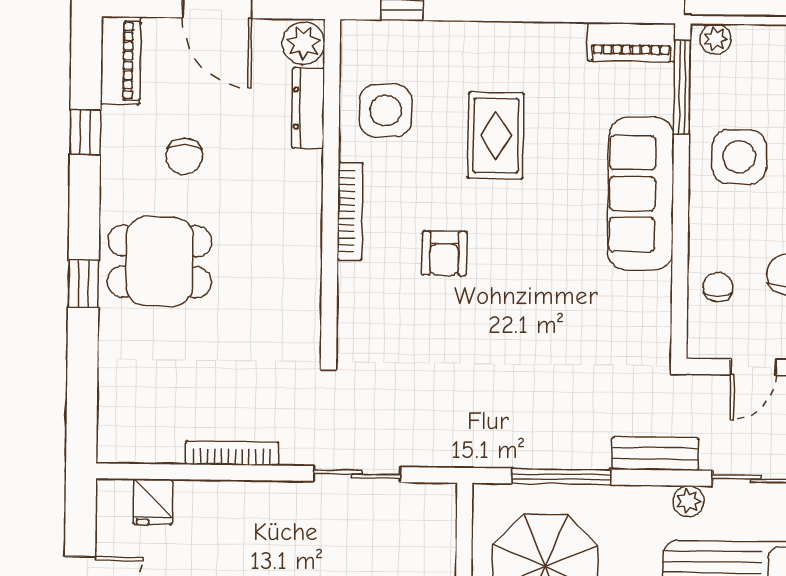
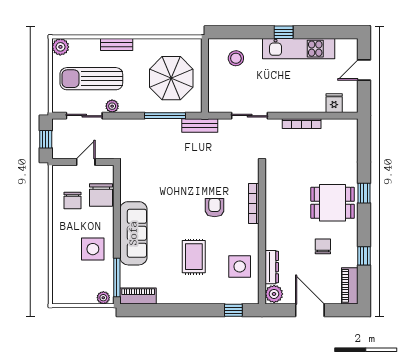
bookcase: (350, 211) -> (254, 204), moved
chair: (718, 287) -> (101, 195), width x1.87, depth x1.87
bench: (655, 454) -> (200, 126), moved

